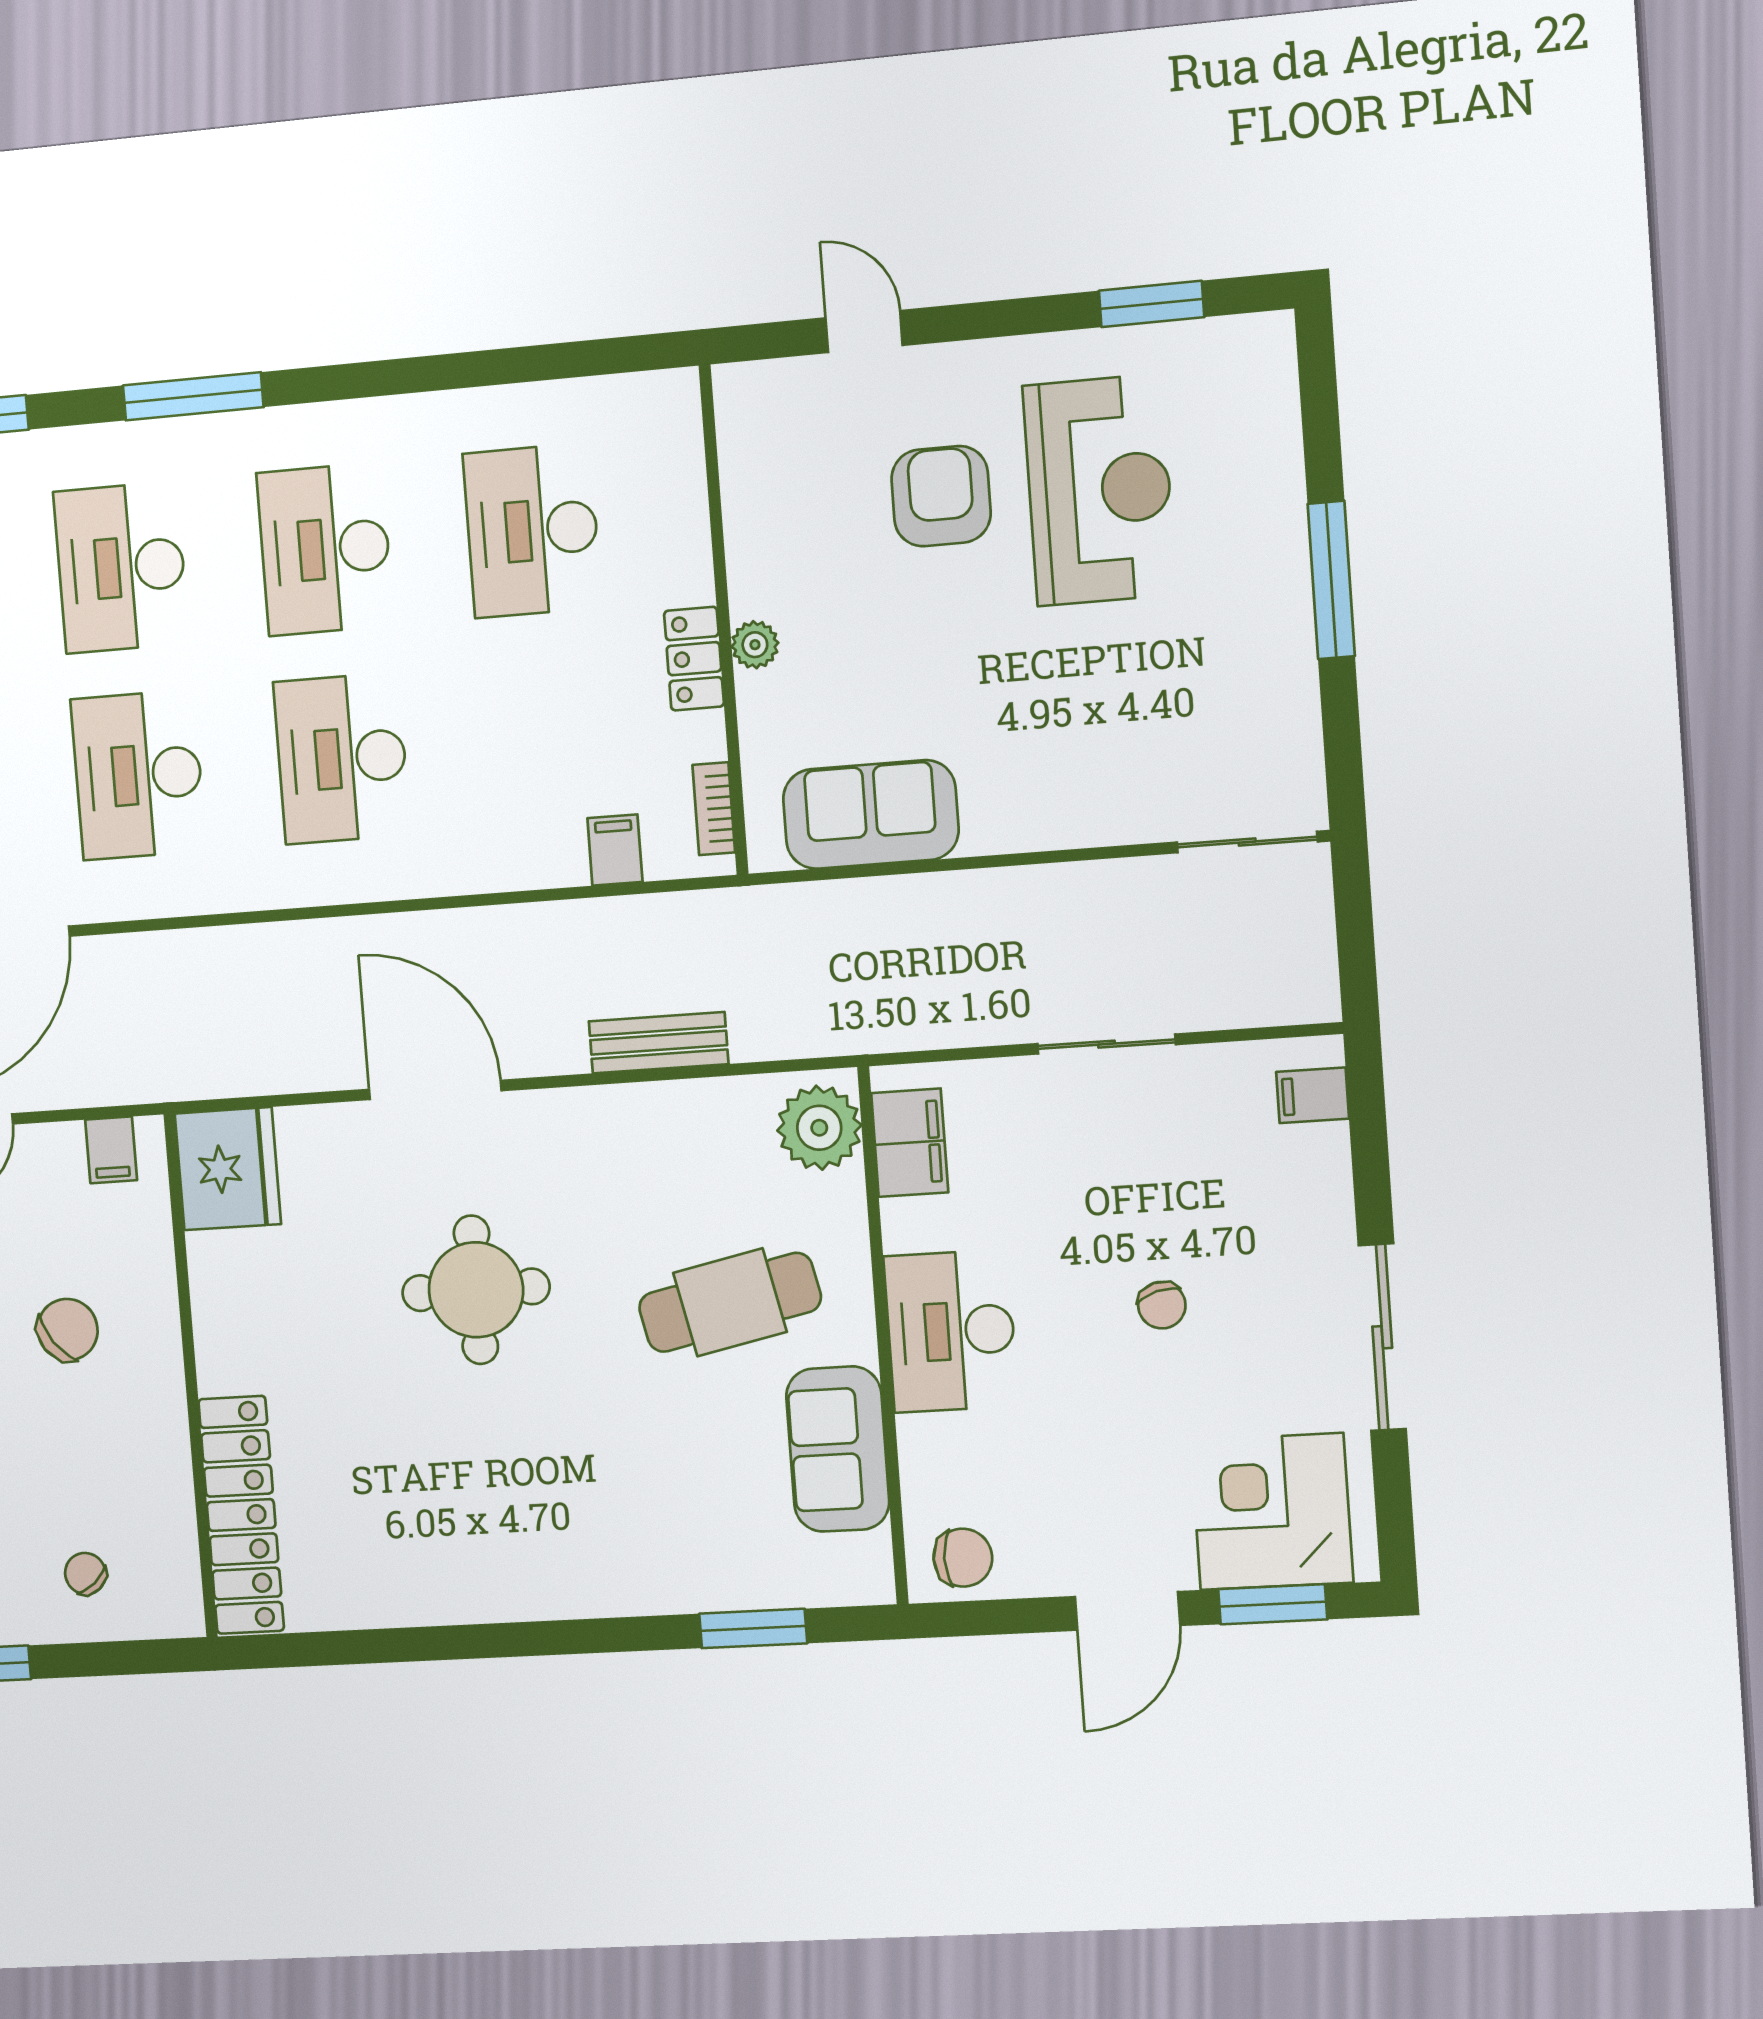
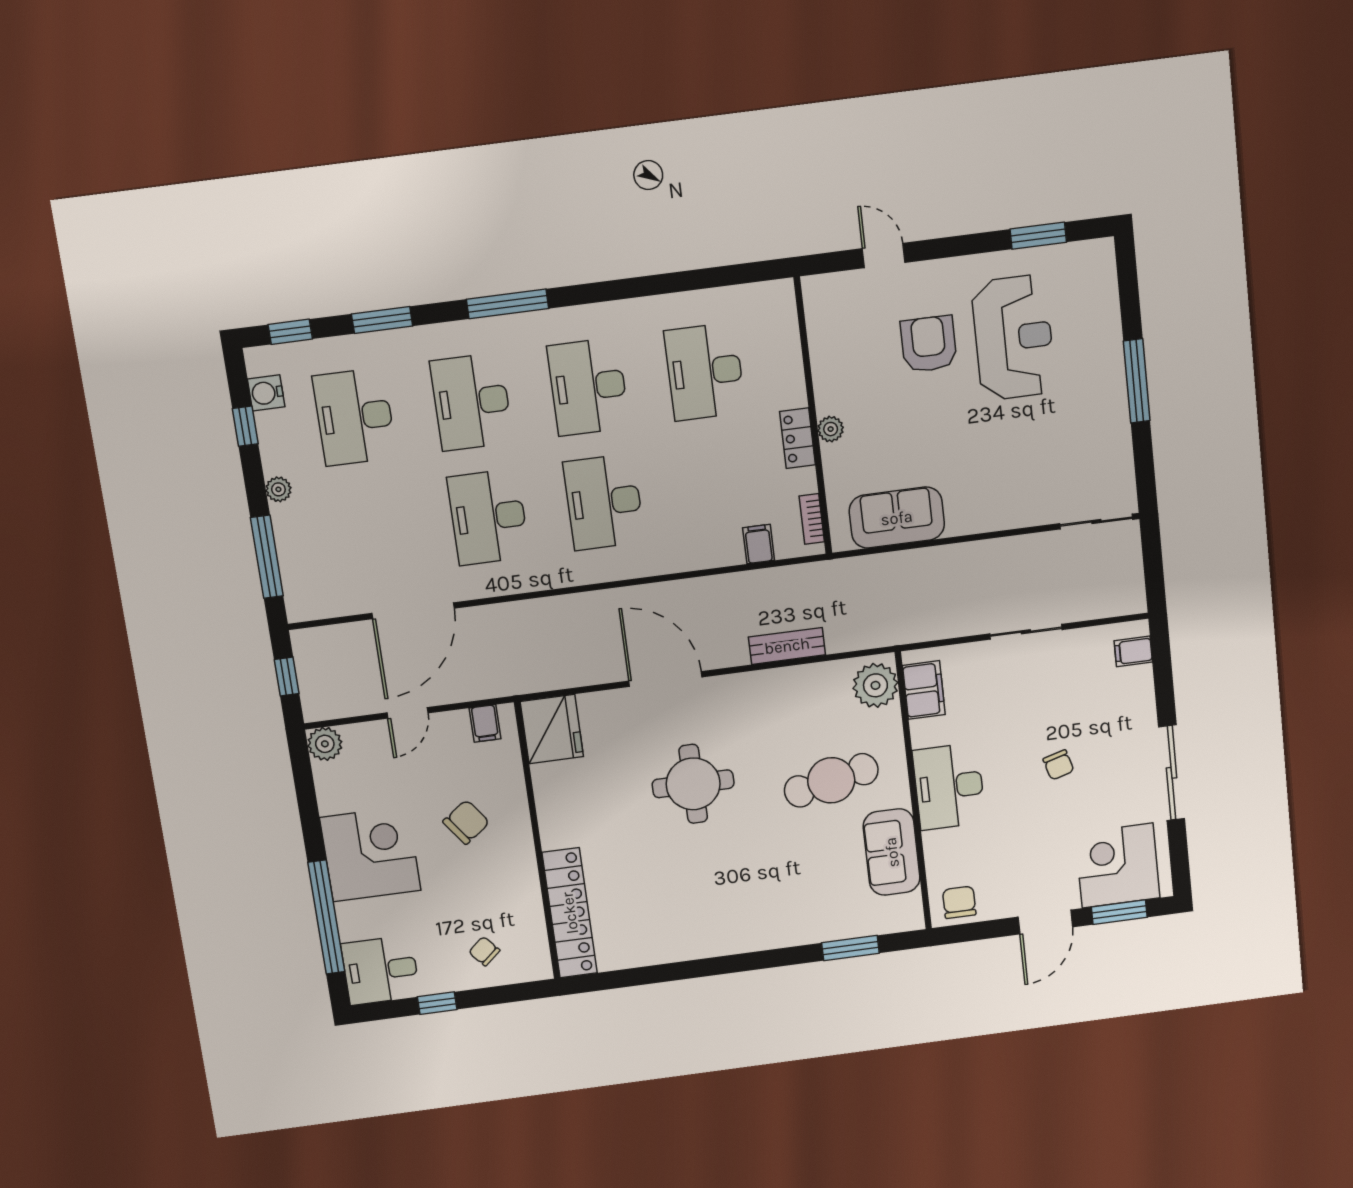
chair: (963, 1558) -> (959, 902), turned -90

